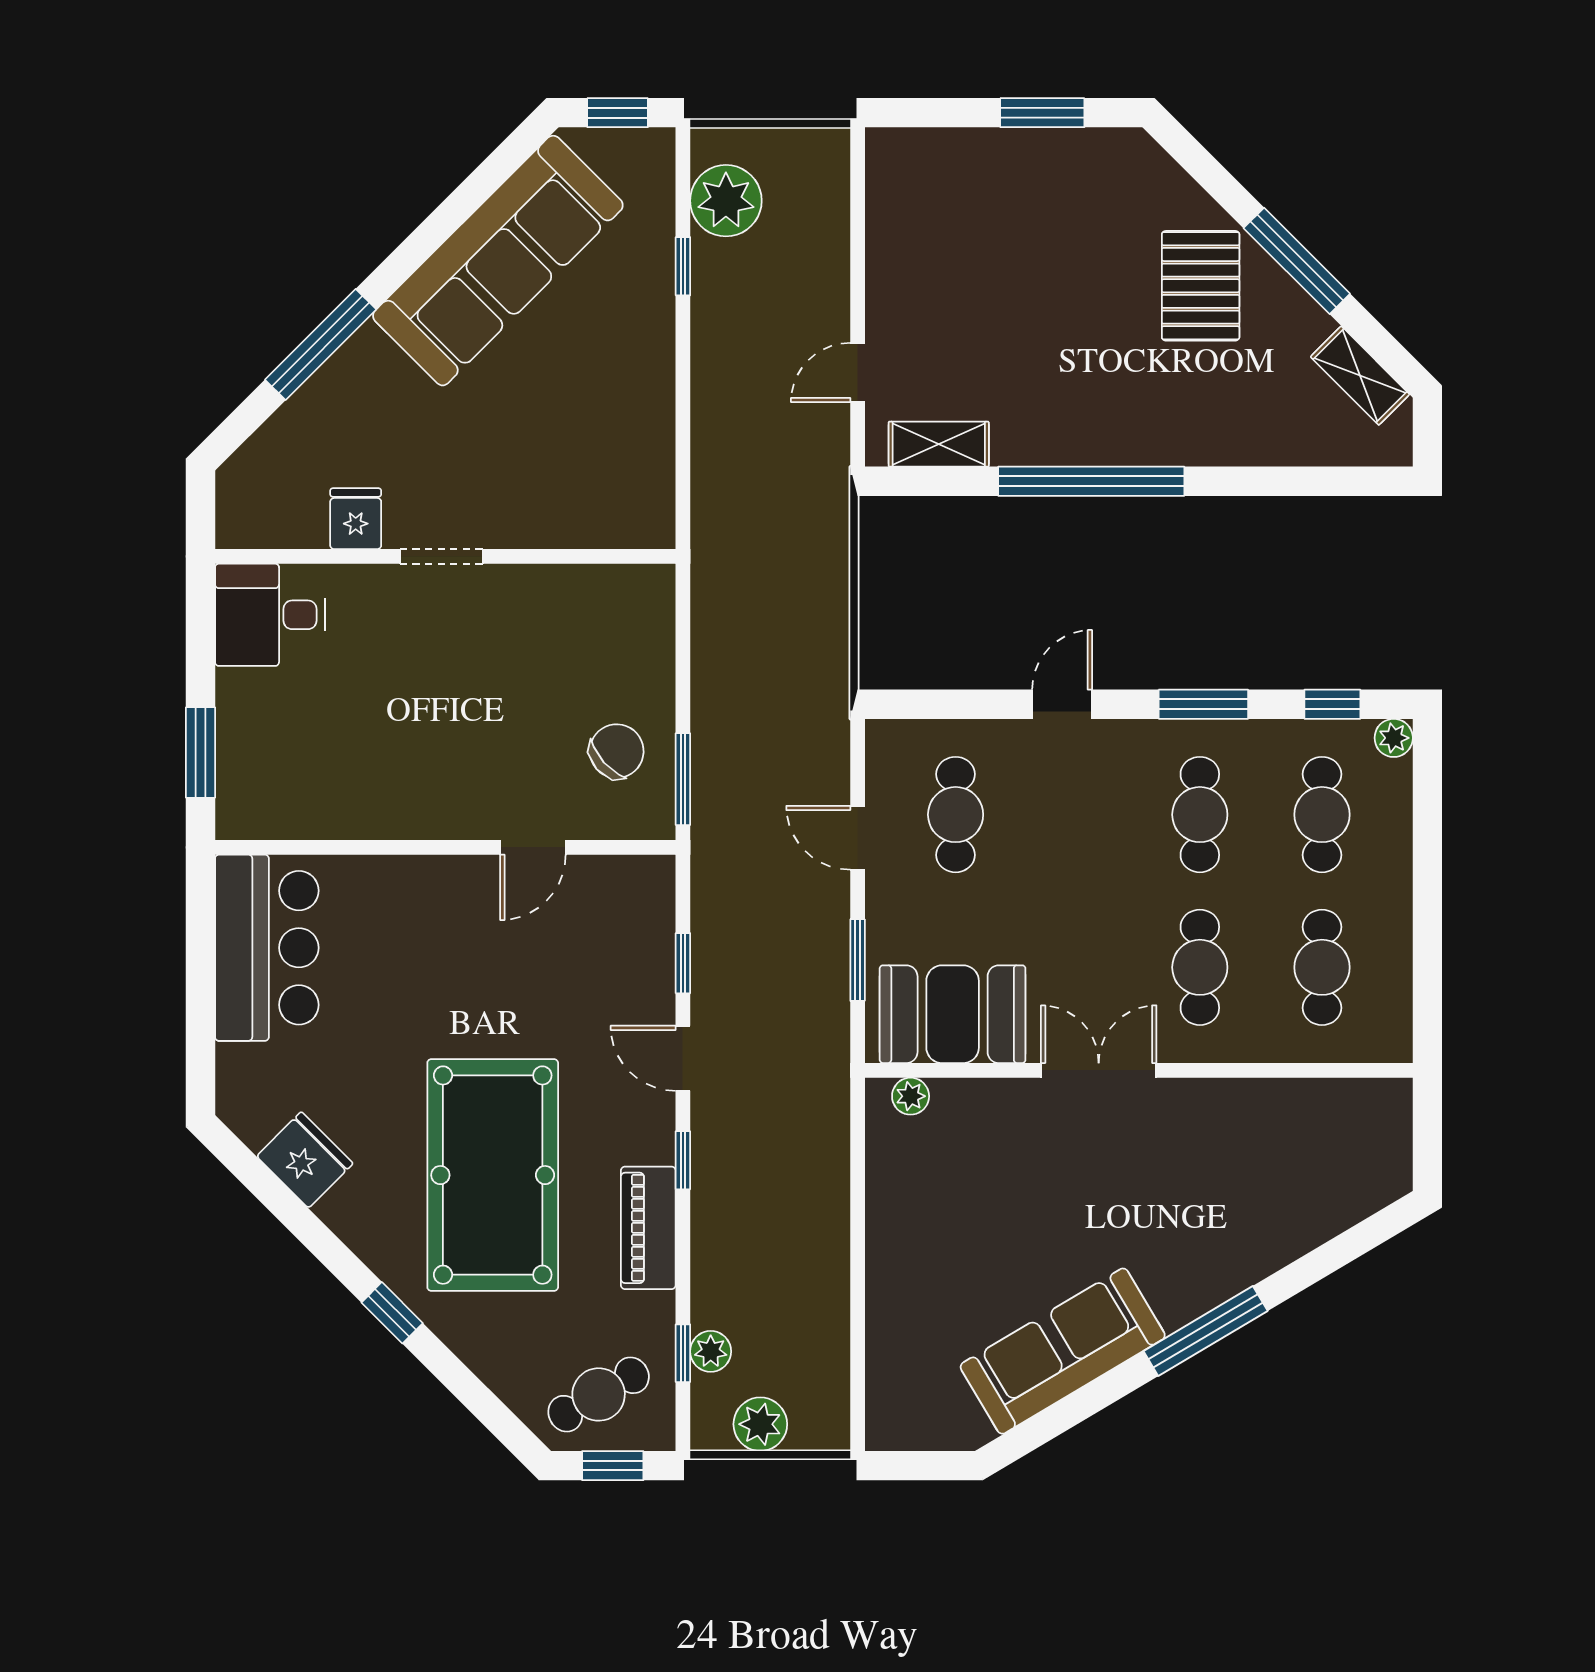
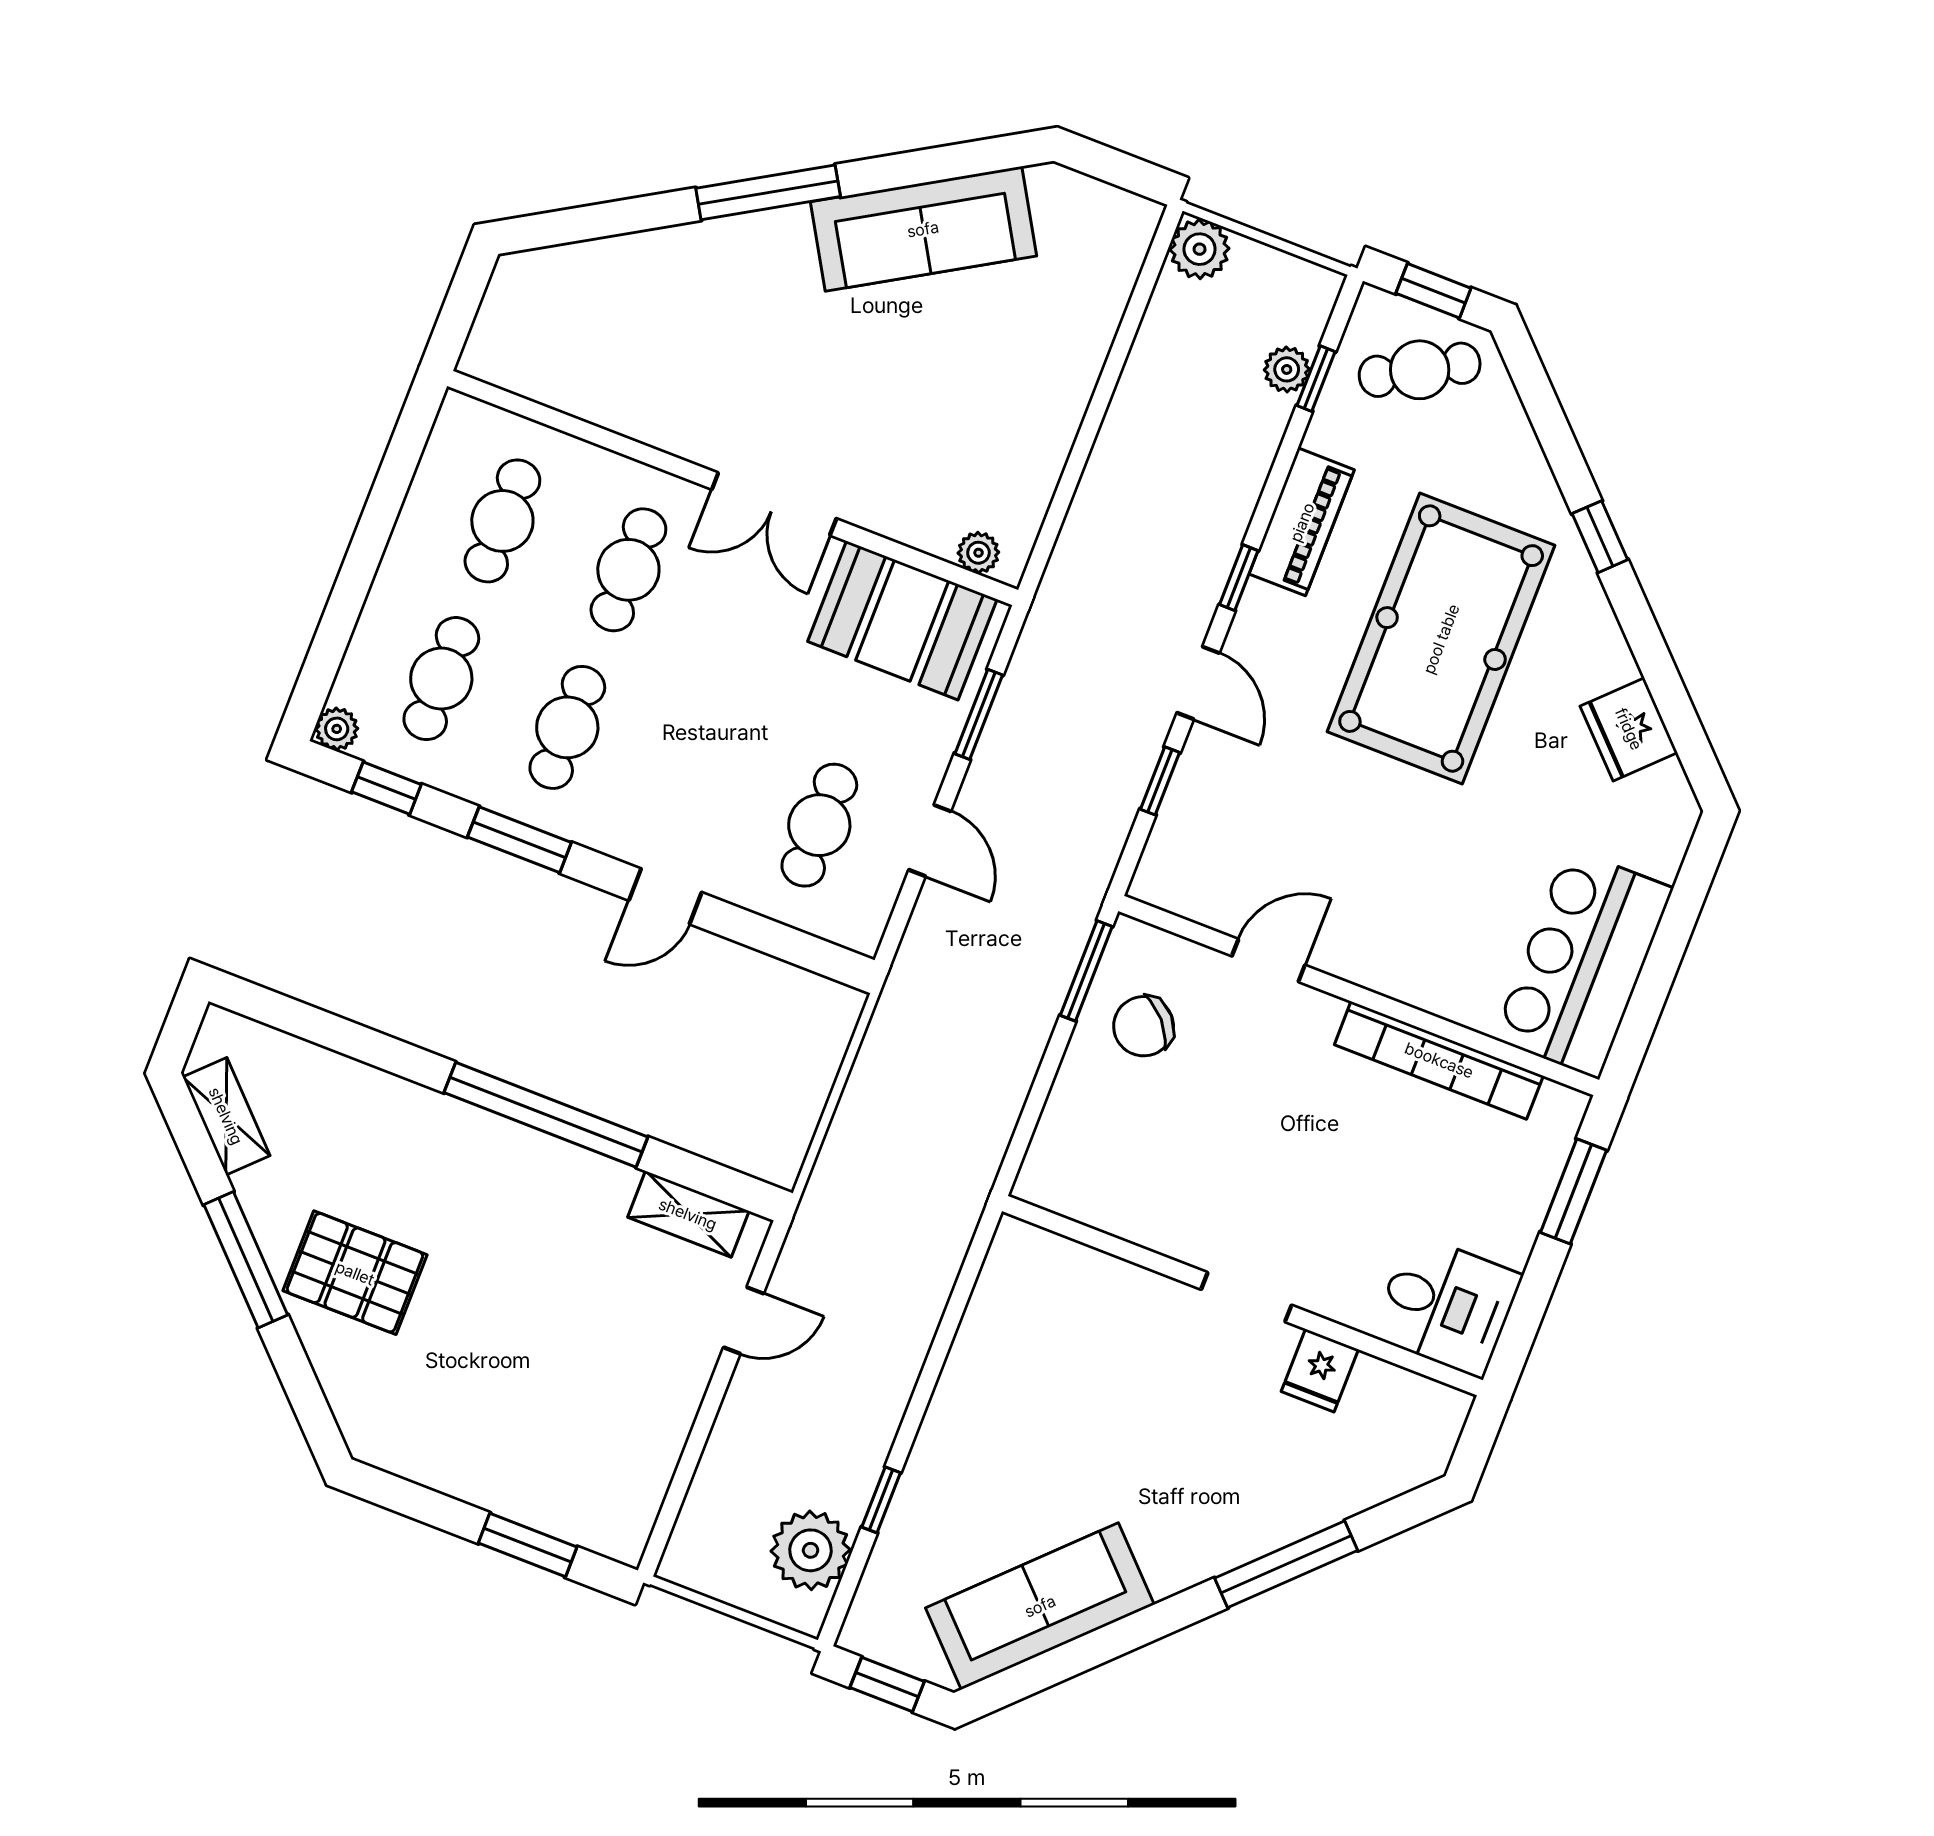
window: (1042, 113) -> (528, 1545), moved
sofa: (498, 261) -> (1040, 1606), width x0.74, depth x0.79
pallet: (1201, 286) -> (355, 1273), turned 90
bookcase: (357, 819) -> (1439, 1060), added
plant: (760, 1424) -> (1200, 249), moved

